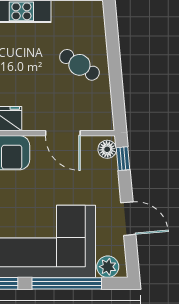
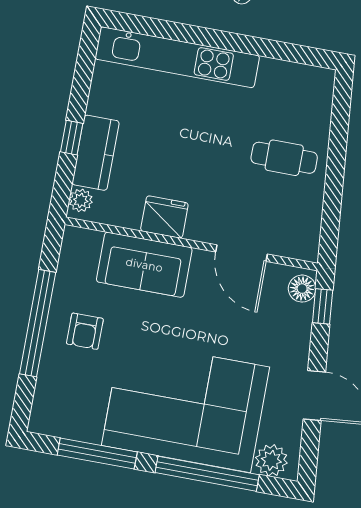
cafe table: (79, 65) -> (284, 158), turned -33

